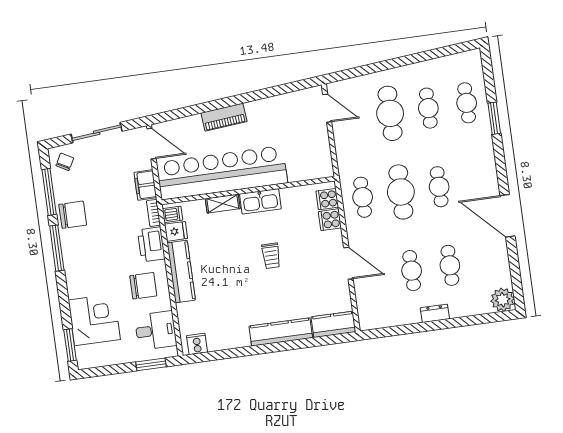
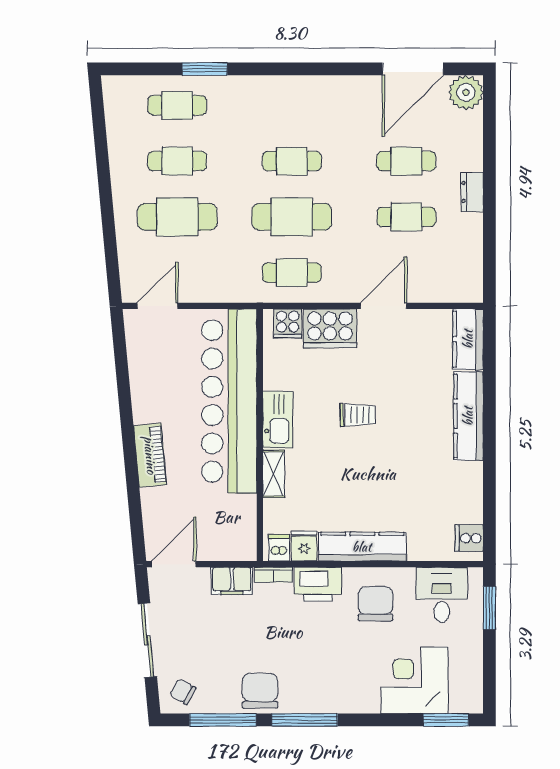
bar counter: (222, 173) -> (229, 401), moved
door: (508, 216) -> (413, 69), moved
cooker: (330, 220) -> (330, 328), width x1.87, depth x1.31

